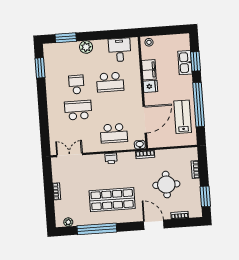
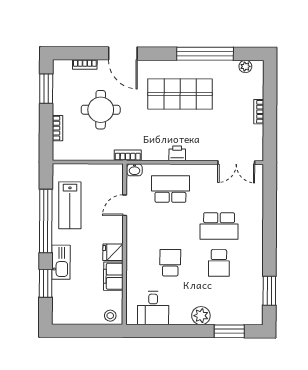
kitchen sink: (185, 63) -> (61, 262), moved
school desk: (110, 82) -> (170, 263), width x0.54
door: (145, 120) -> (125, 205), width x0.53

